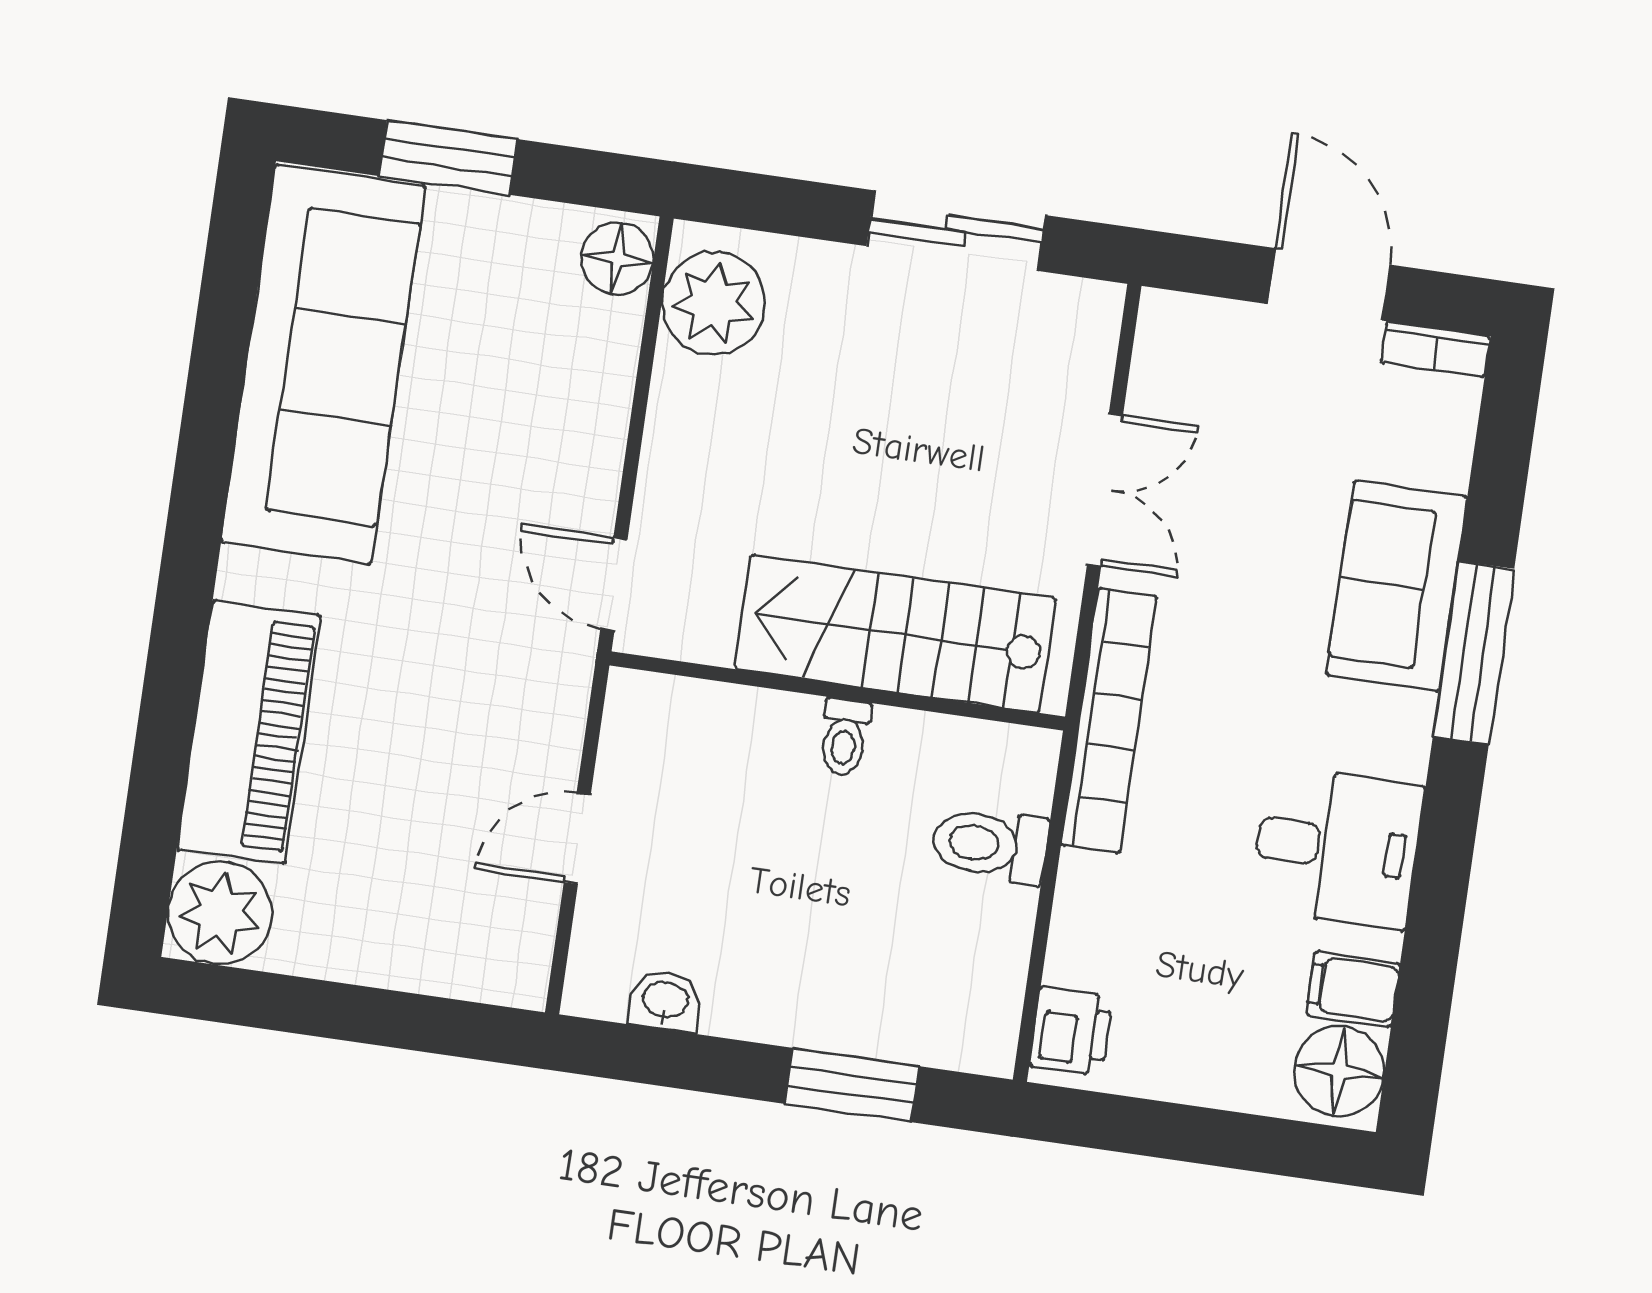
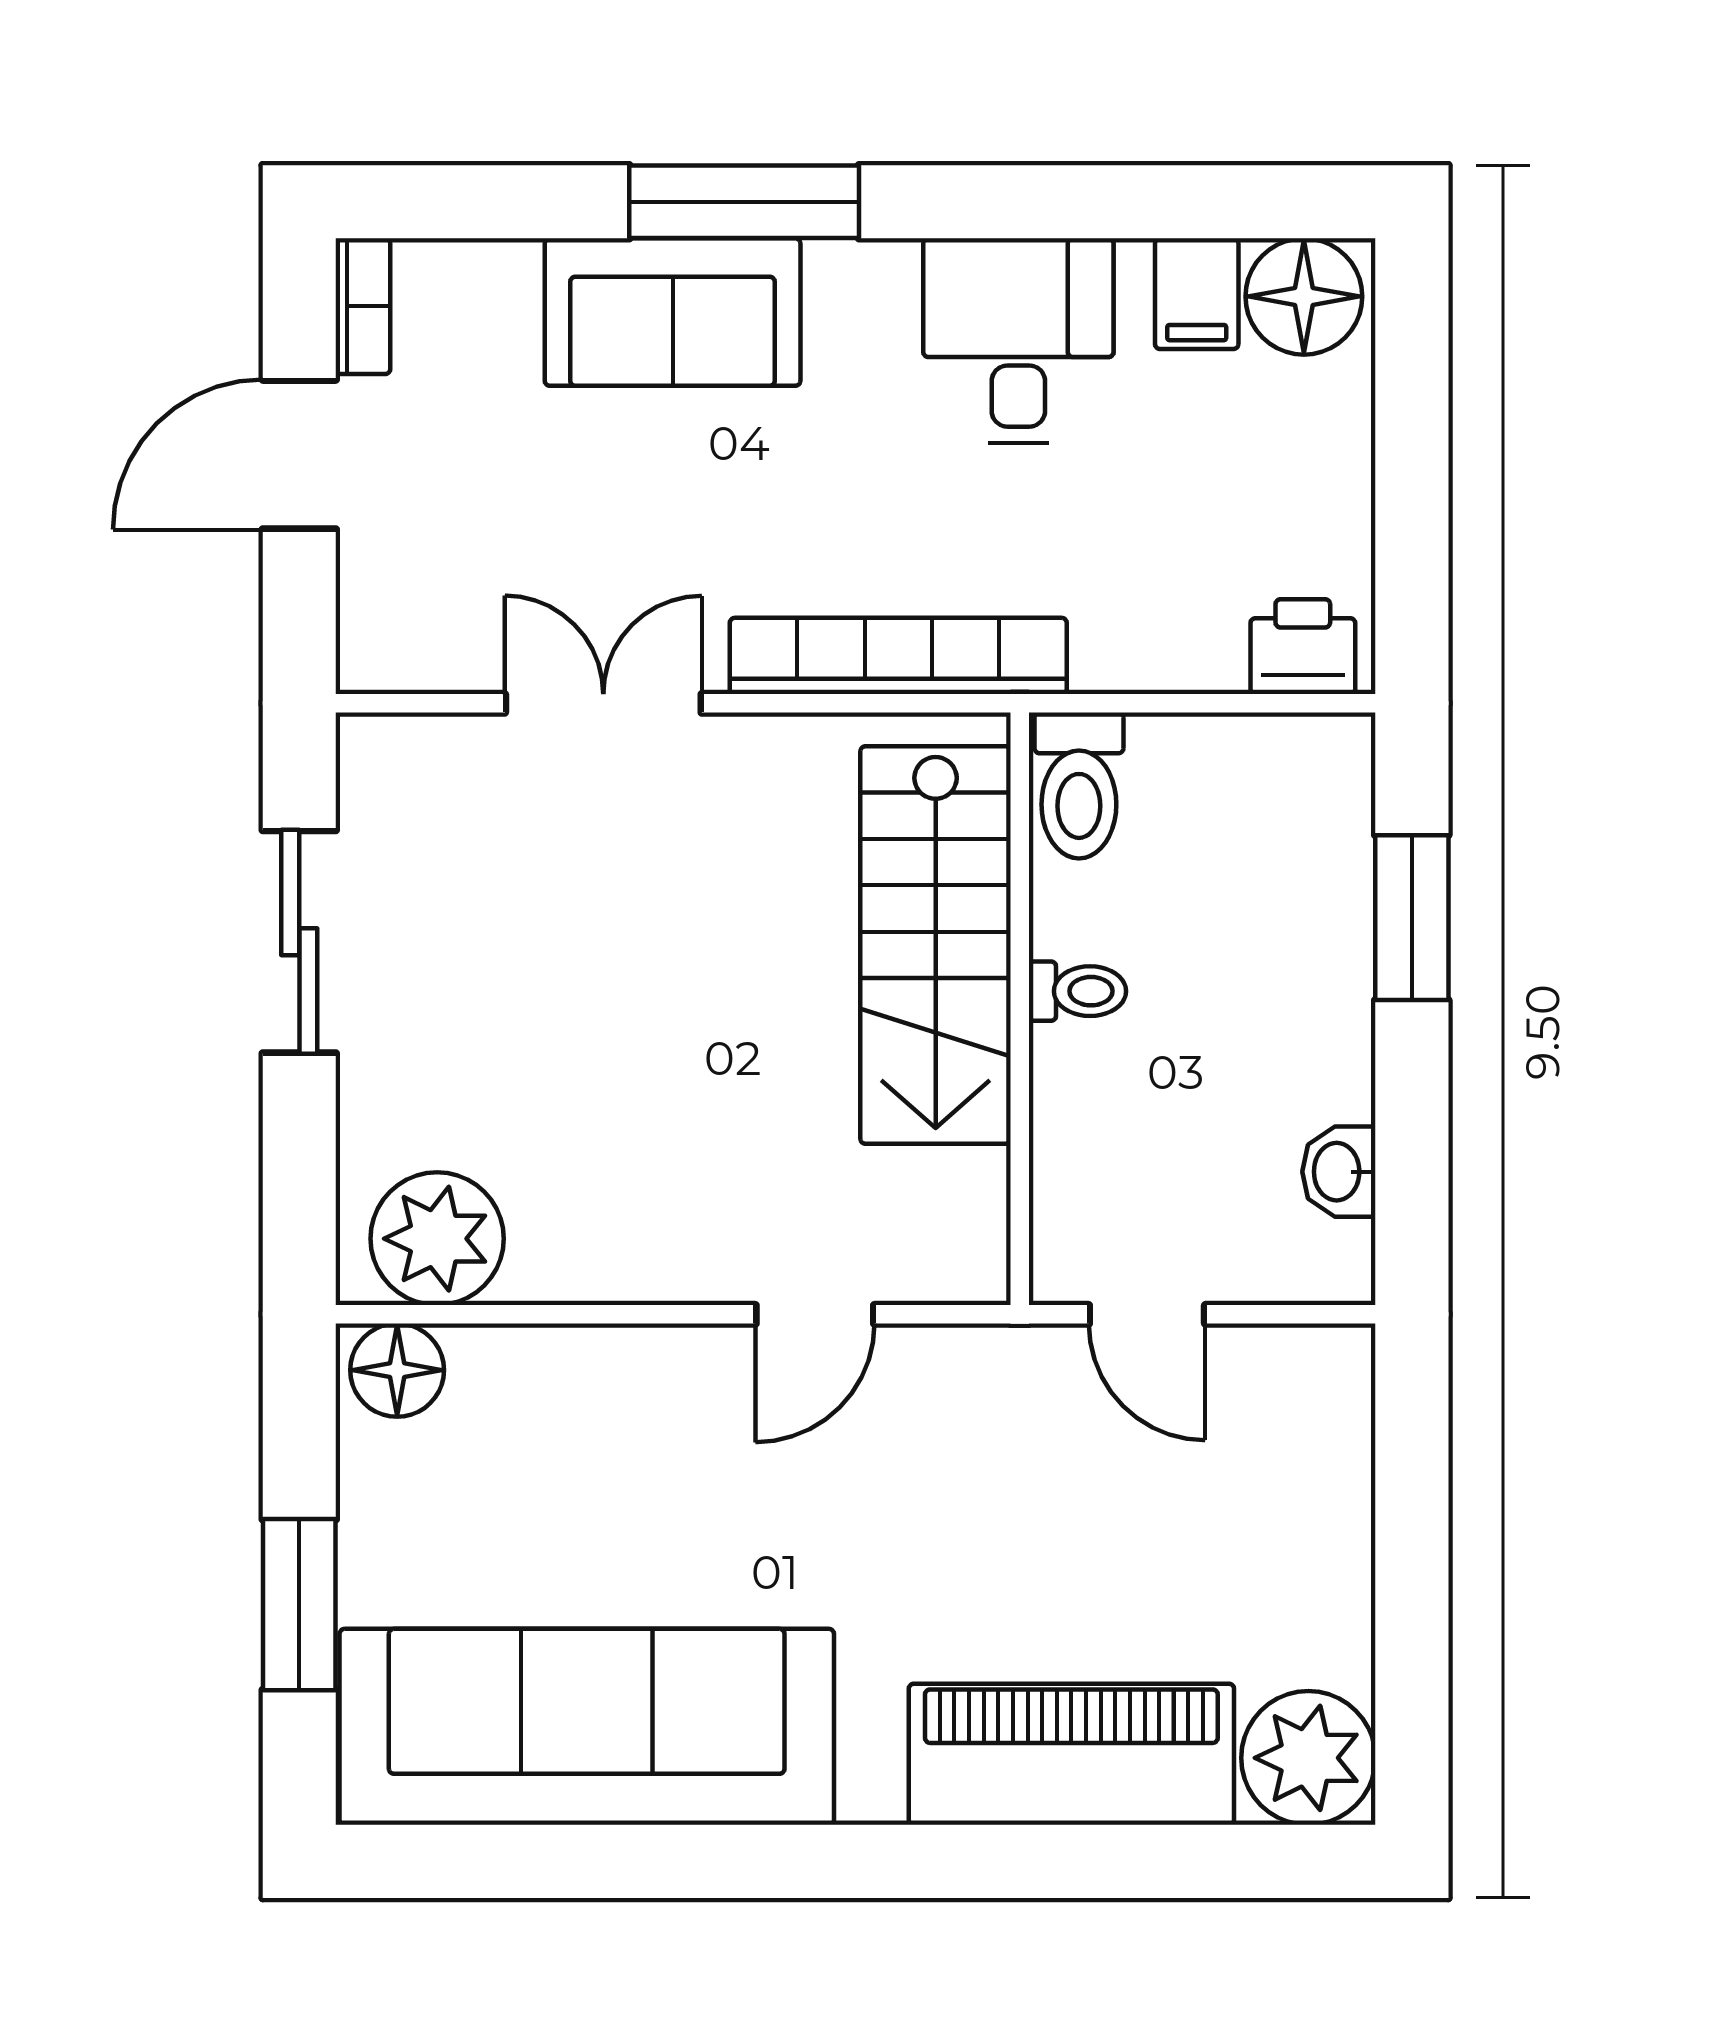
stairs: (895, 634) -> (936, 945), moved
wall: (837, 691) -> (1020, 1009), moved
toilet: (844, 737) -> (1077, 991), moved

